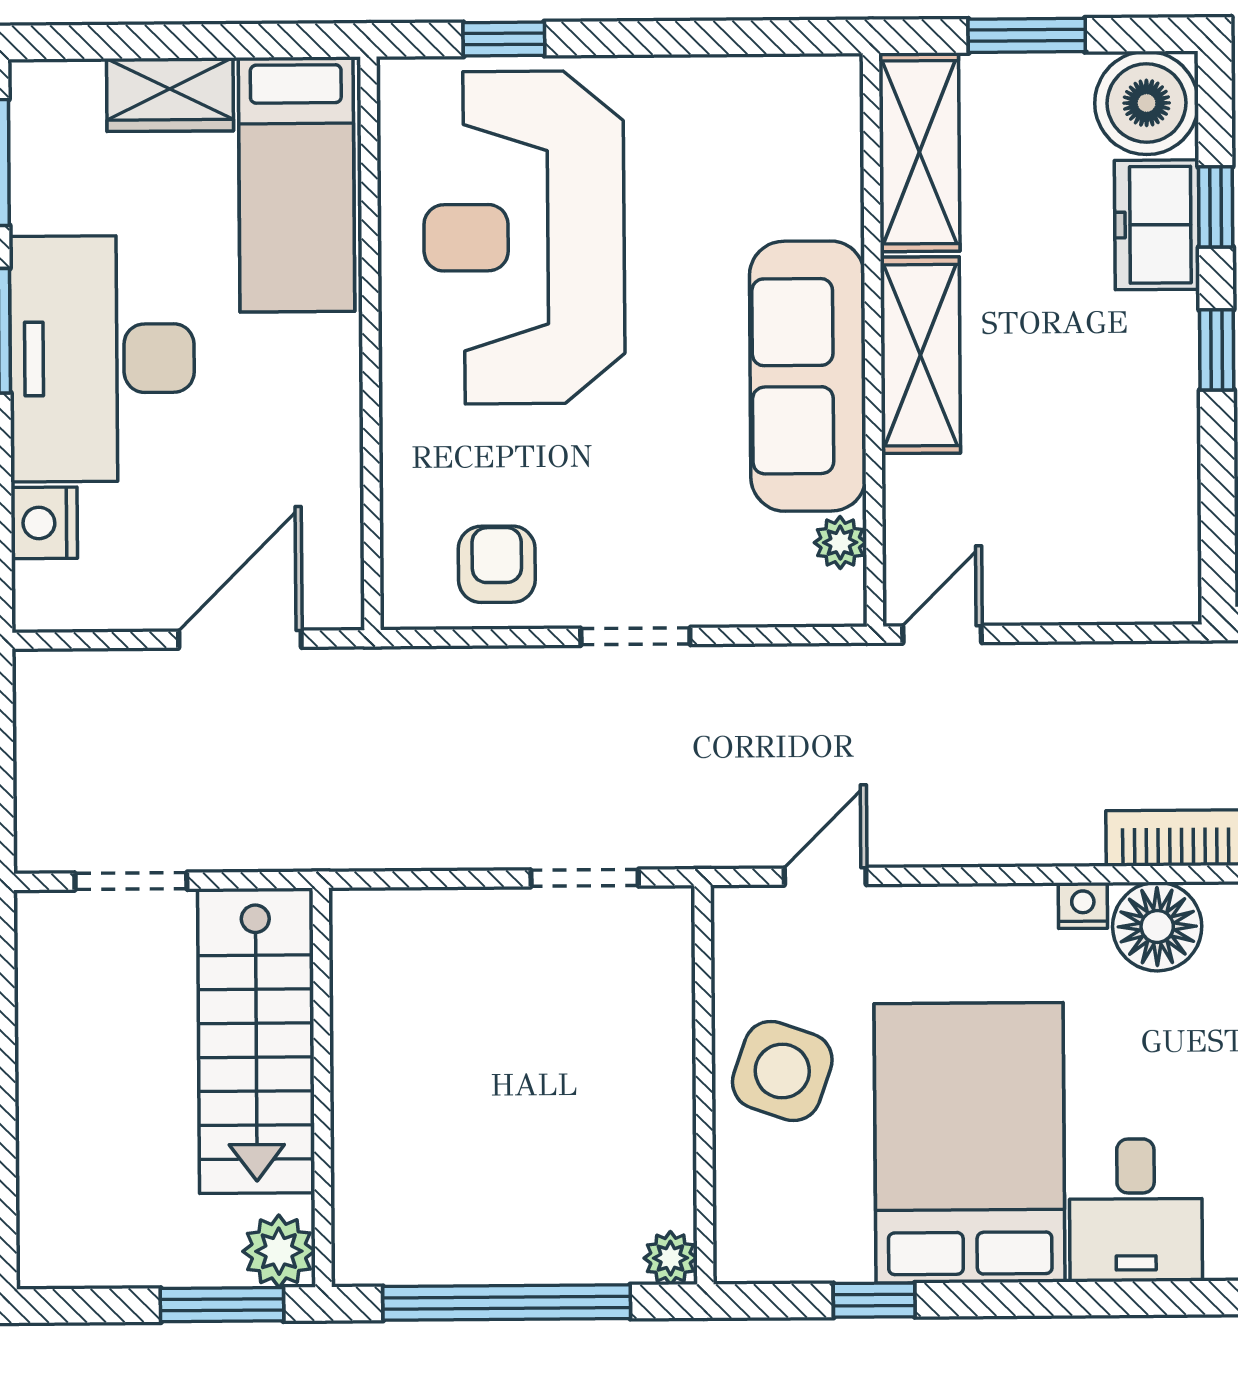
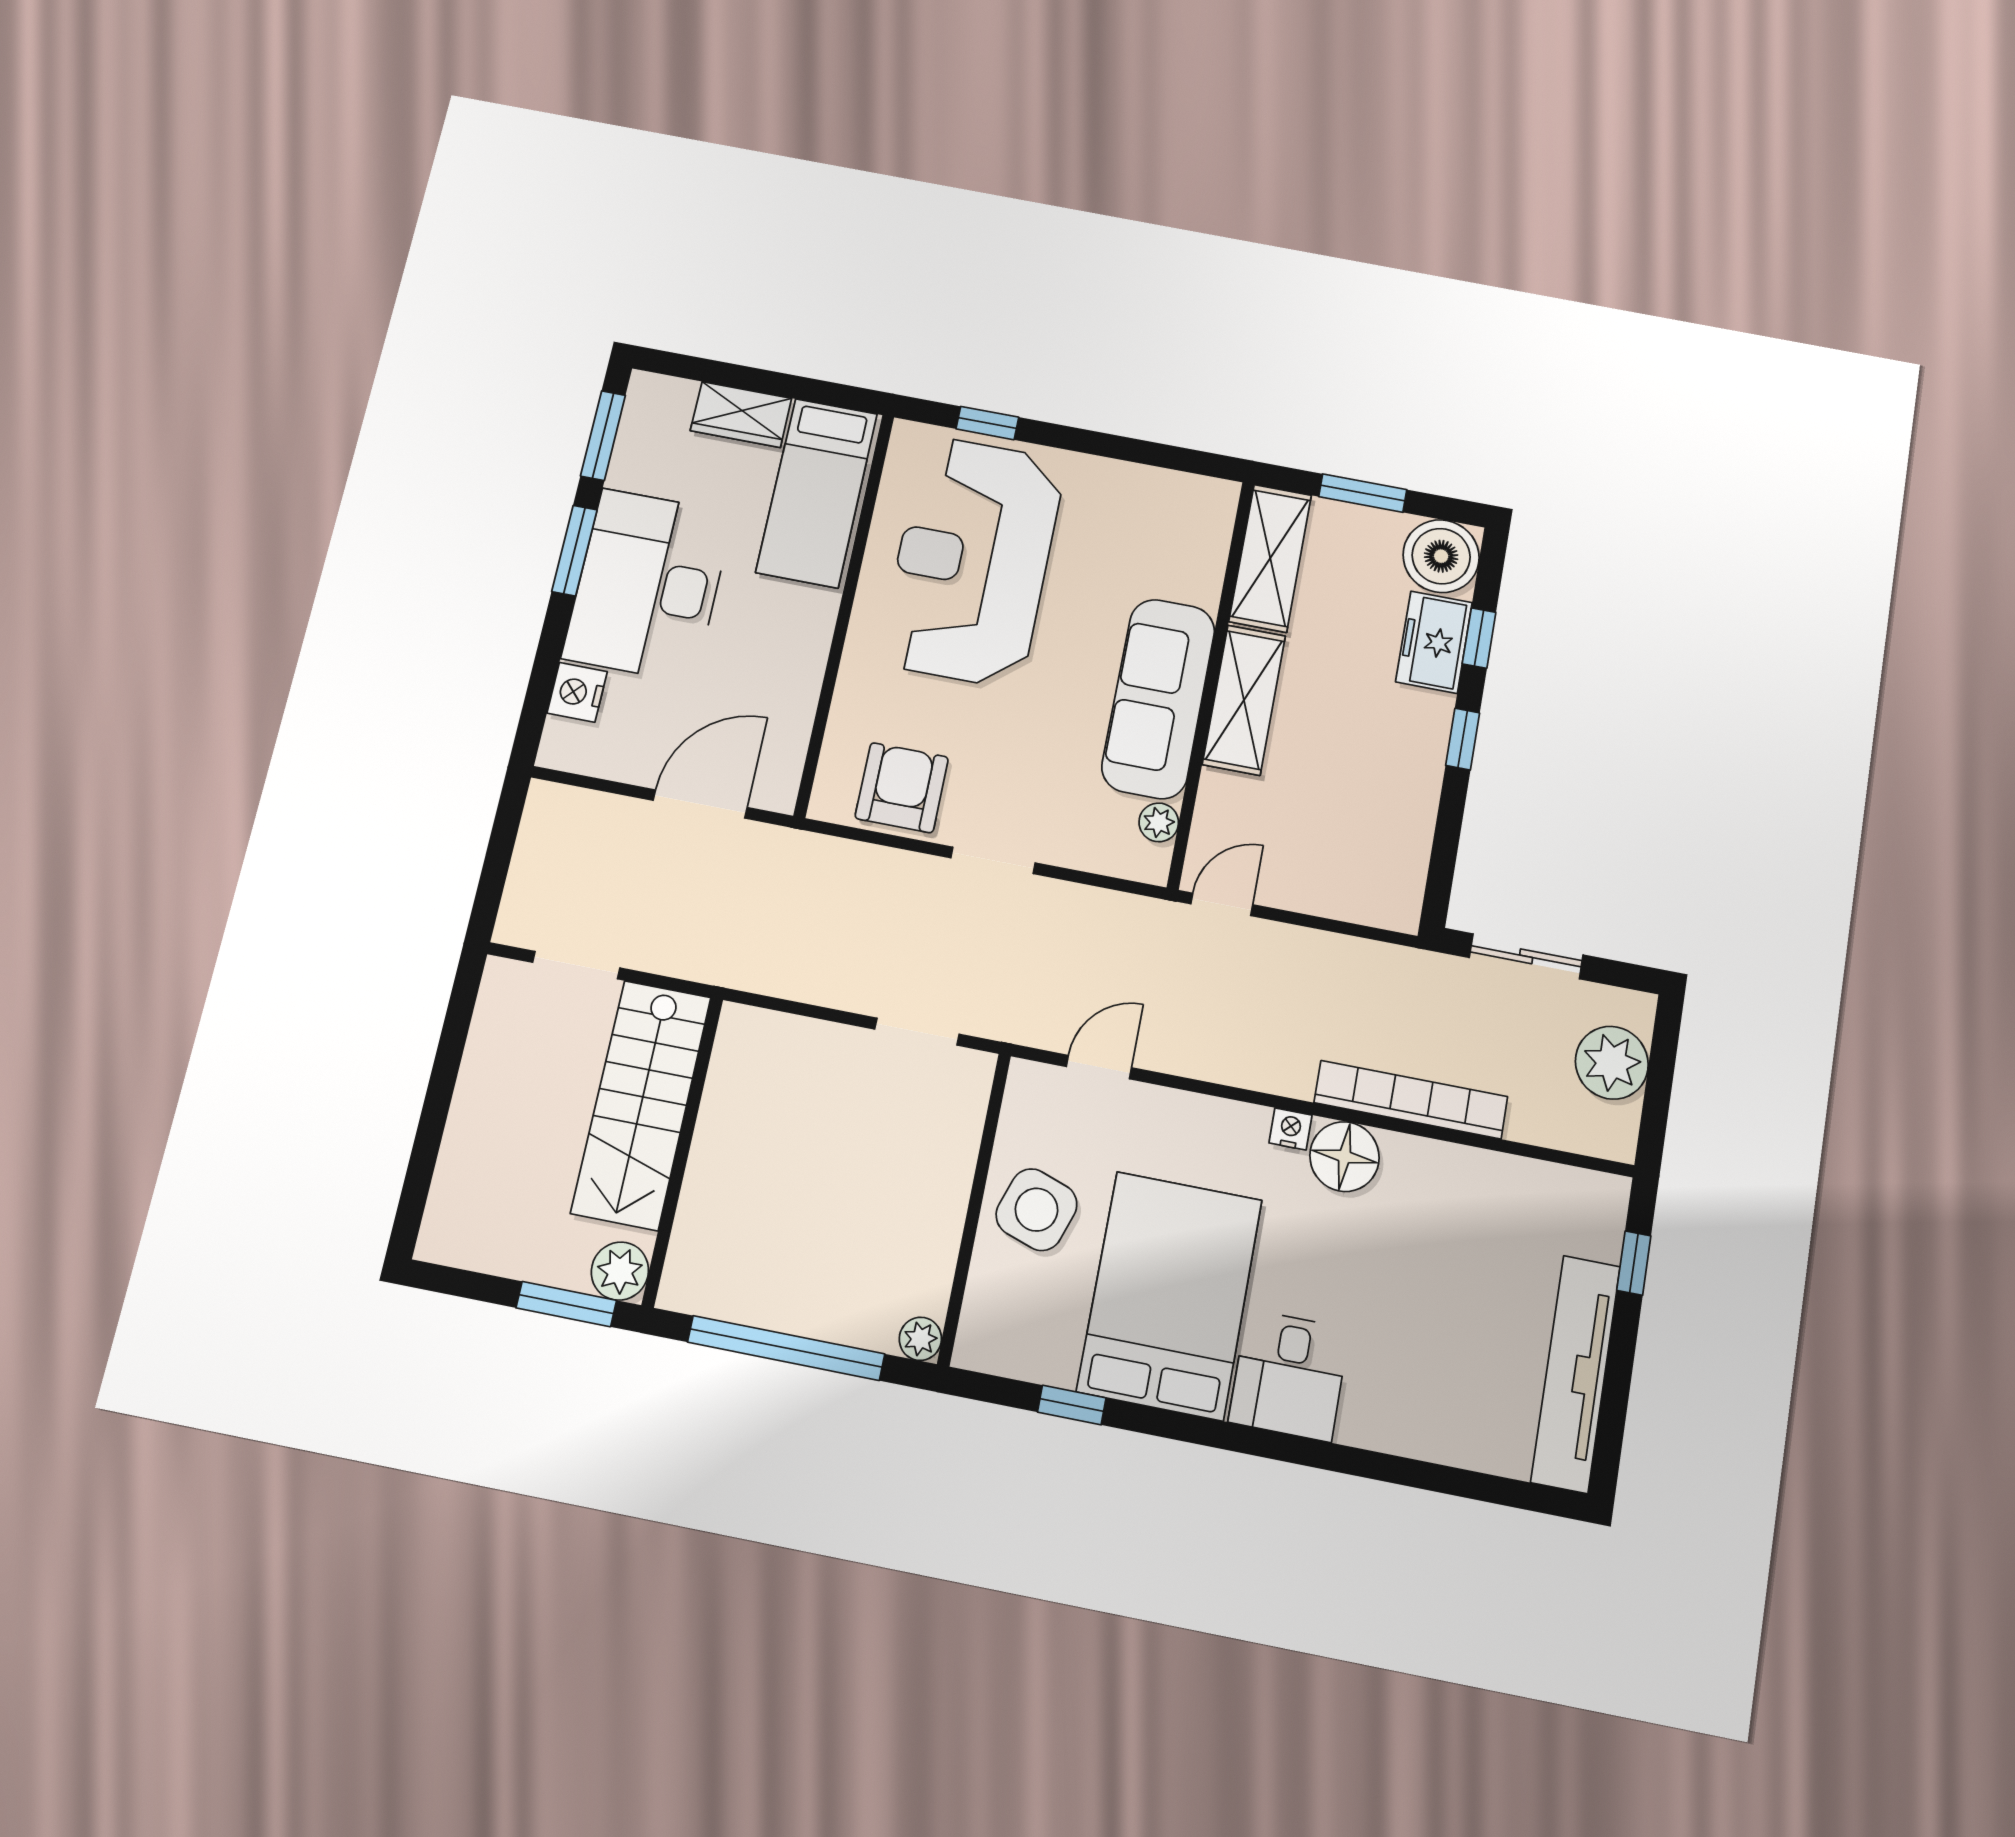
armchair: (497, 564) -> (902, 788), width x1.38, depth x1.38

